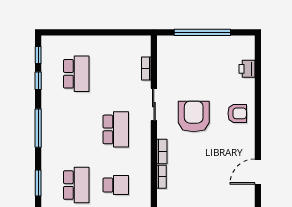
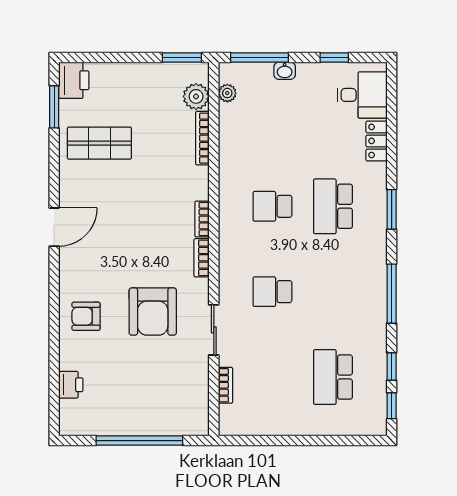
school desk: (116, 129) -> (272, 292), width x0.54

